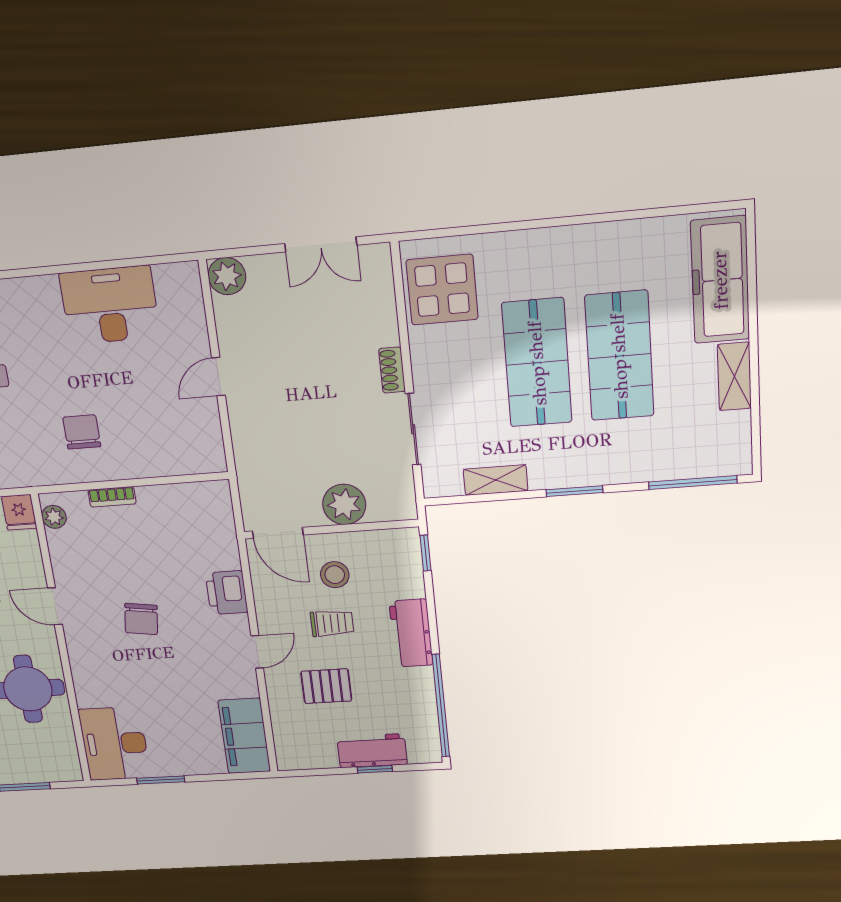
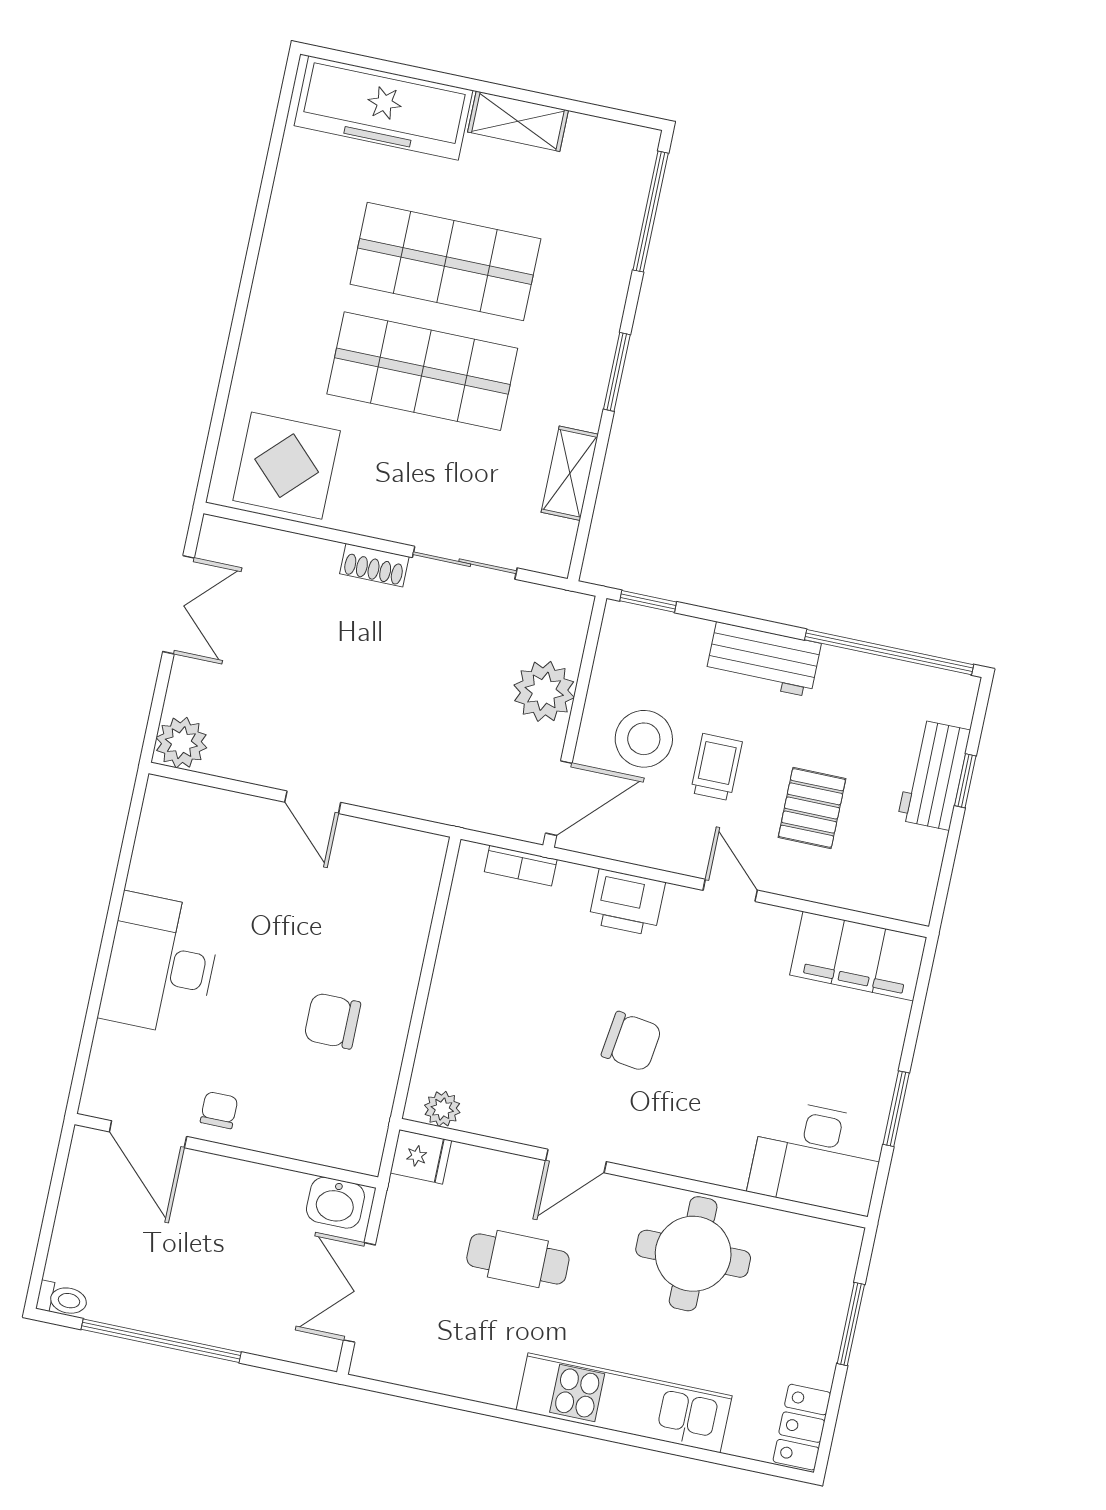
desk: (110, 305) -> (161, 964), moved
bookcase: (112, 497) -> (521, 866), moved, turned 90
stool: (335, 575) -> (644, 739), width x1.38, depth x1.38

